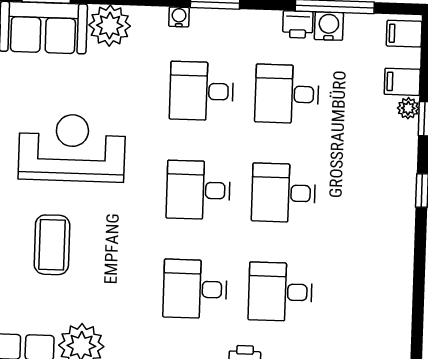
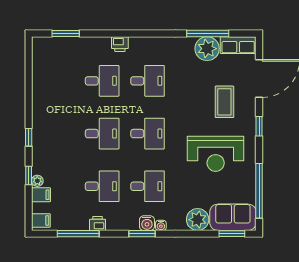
water cooler: (329, 26) -> (147, 223), moved

